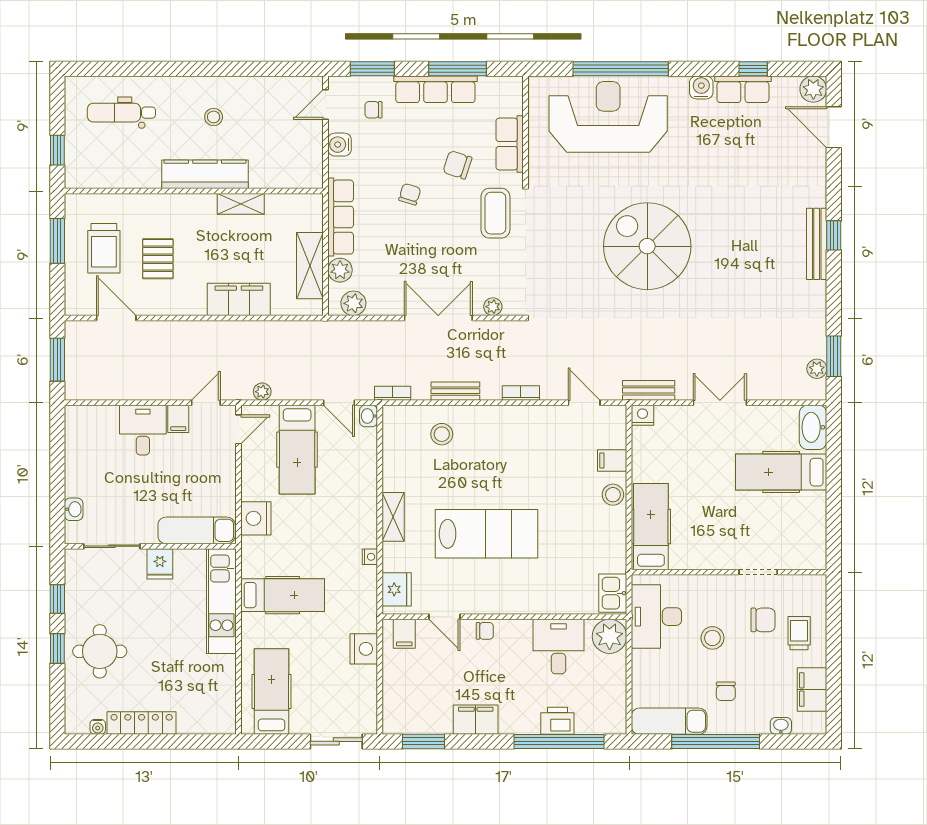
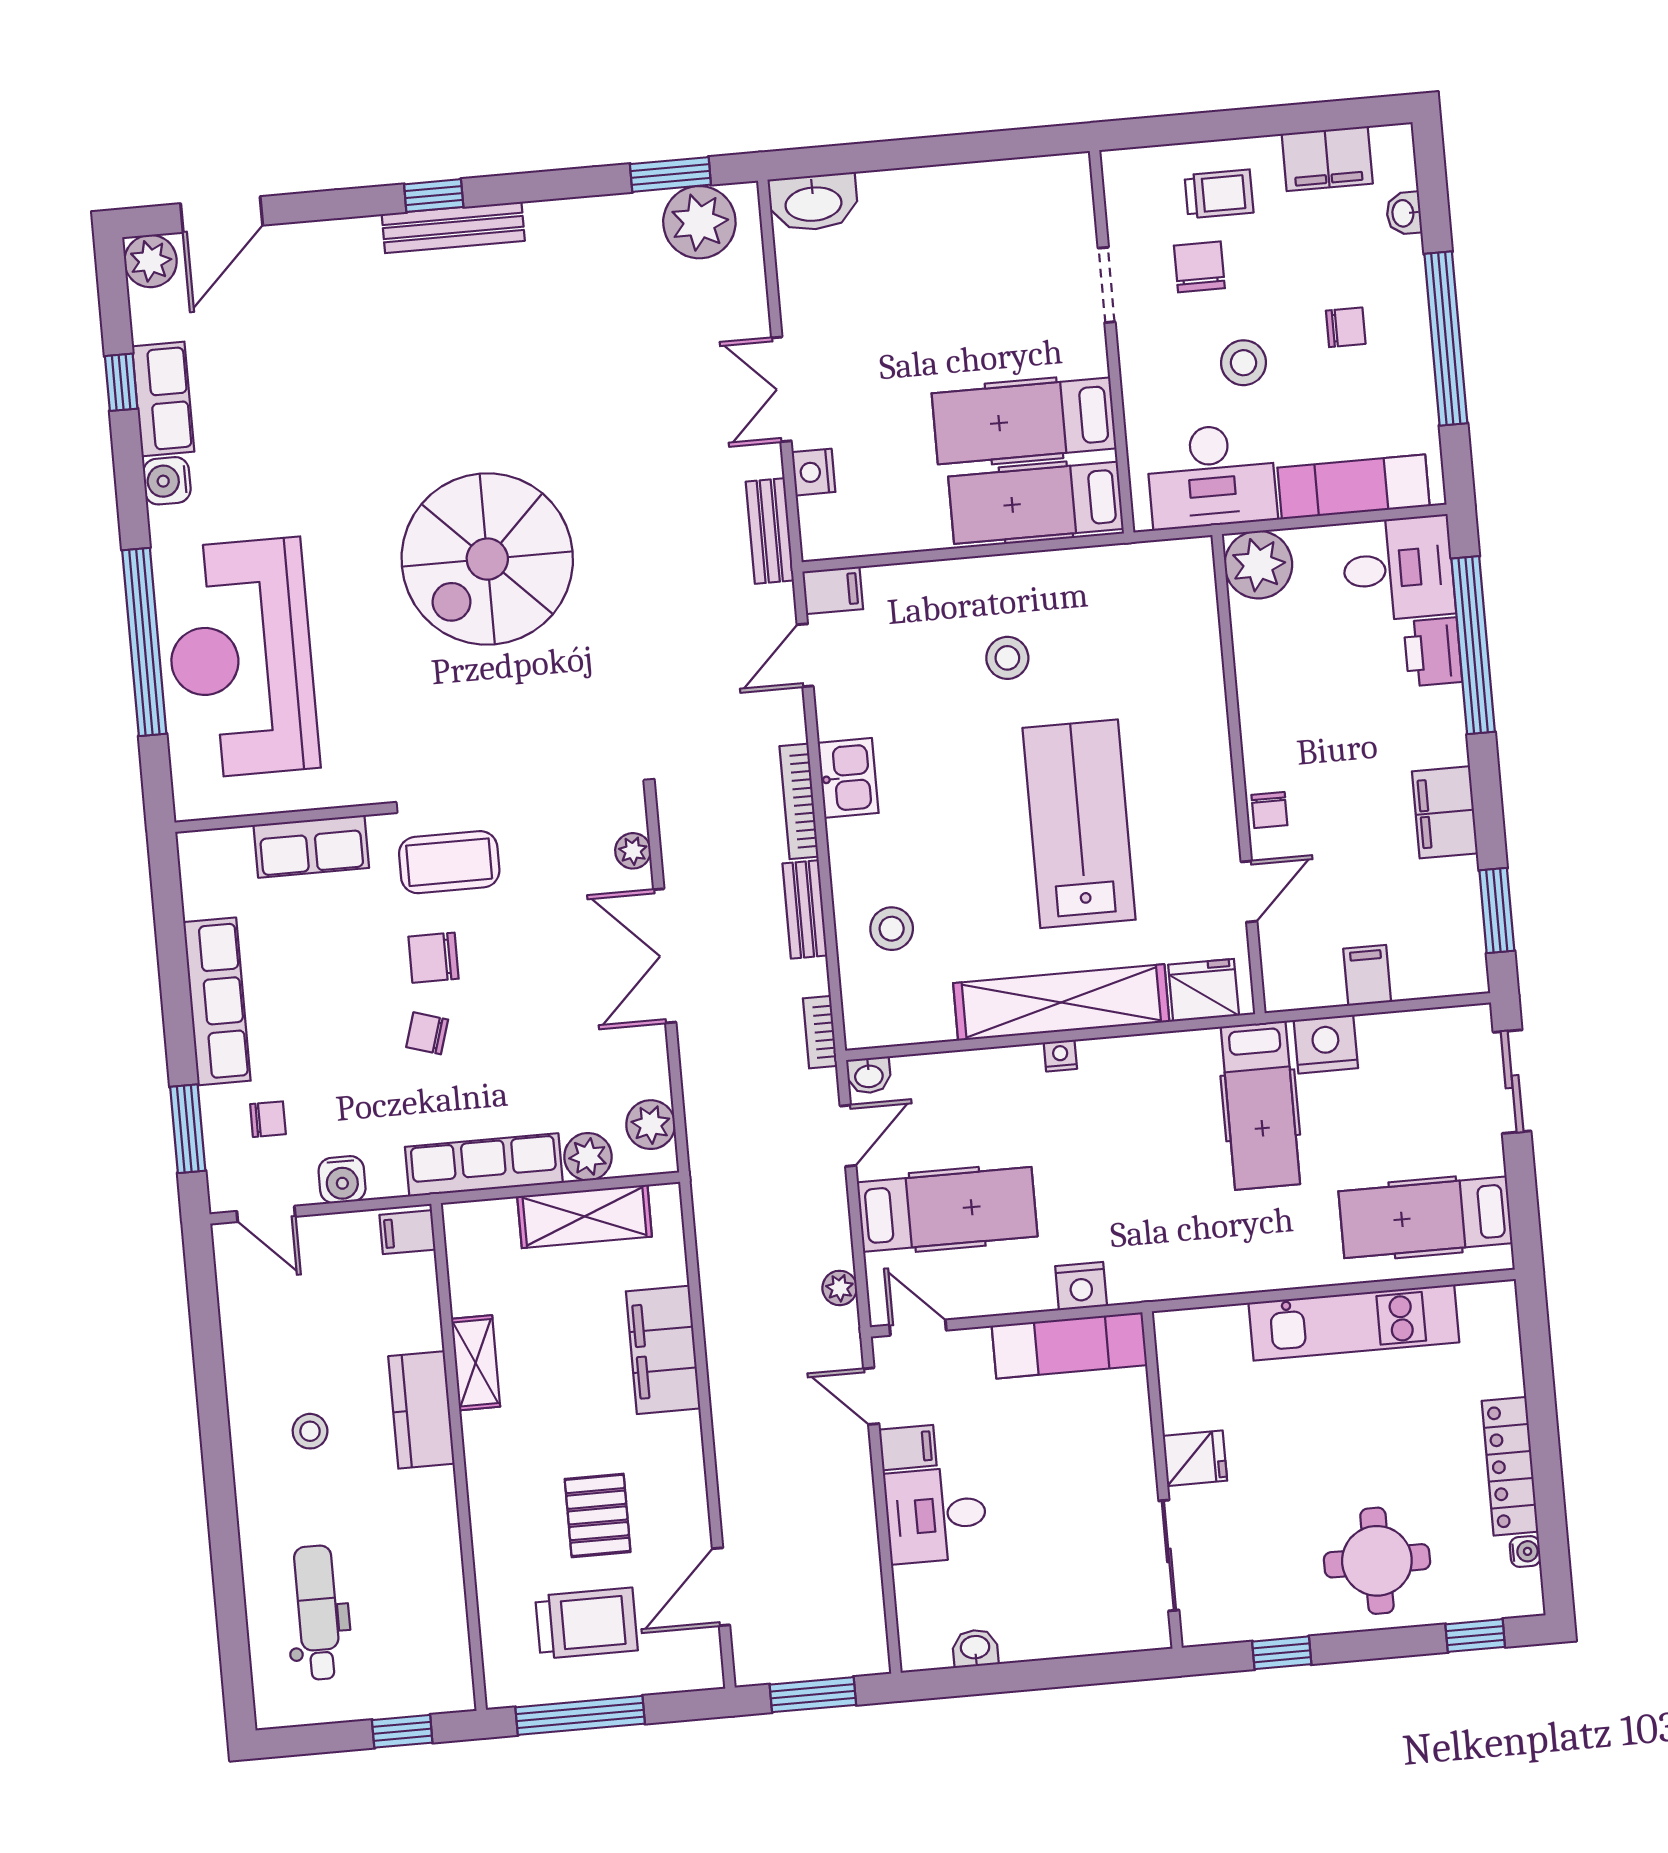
window: (457, 69) -> (173, 962), removed
chair: (373, 110) -> (268, 1119), turned -90
dental chair: (121, 113) -> (318, 1613), turned 180
chair: (457, 165) -> (433, 958), moved, turned 72
kitchen counter: (205, 174) -> (421, 1410), width x0.67
filing cabinet: (310, 175) -> (407, 1232), added
window: (57, 241) -> (580, 1715), width x1.44
pallet: (158, 259) -> (598, 1515), turned 90
plant: (817, 369) -> (699, 222), width x1.88, depth x1.88
bookcase: (521, 393) -> (799, 801), width x1.56
nightstand: (642, 415) -> (814, 472), moved
filing cabinet: (612, 460) -> (833, 590), moved, turned -90
hospital bed: (781, 472) -> (1024, 421), moved, turned 90
stool: (613, 495) -> (1007, 658), moved
washbasin: (74, 509) -> (975, 1648), moved
shelving: (393, 517) -> (1061, 1002), width x2.20, depth x1.33
nightstand: (256, 518) -> (1081, 1286), width x0.74, depth x0.75
exam couch: (197, 530) -> (1069, 1345), moved, turned -90
nightstand: (370, 557) -> (1060, 1056), moved
kitchen sink: (613, 593) -> (848, 778), moved, turned -90
hospital bed: (283, 595) -> (1260, 1105), moved, turned 180
kitchen unit: (221, 601) -> (1354, 1323), moved
chair: (485, 631) -> (1269, 810), turned 180
trolley: (799, 633) -> (1219, 194), turned 180
filing cabinet: (404, 634) -> (1367, 975), moved, turned -90
desk: (558, 647) -> (1398, 568), moved, turned 180
window: (57, 649) -> (1475, 1636), moved
exam couch: (669, 721) -> (1354, 487), moved, turned 90

